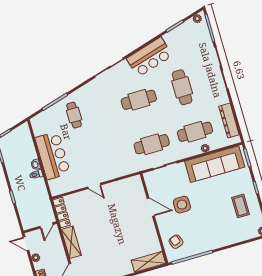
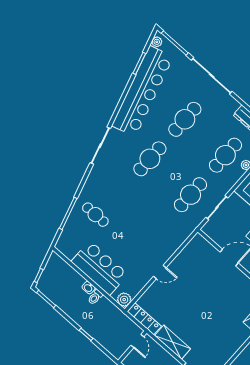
bar counter: (150, 57) -> (142, 91), width x1.86
cafe table: (182, 87) -> (185, 119), turned 90
plant: (56, 190) -> (124, 300), added

